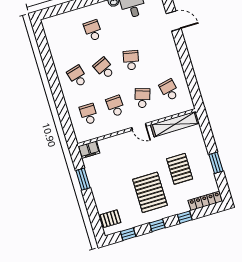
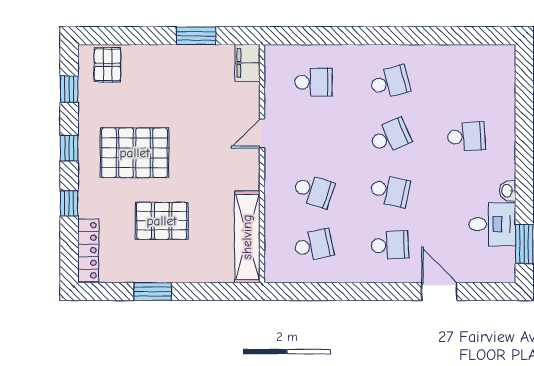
door: (174, 21) -> (439, 292), swing flipped
school desk: (115, 106) -> (390, 245), moved
door: (139, 127) -> (262, 134), moved

